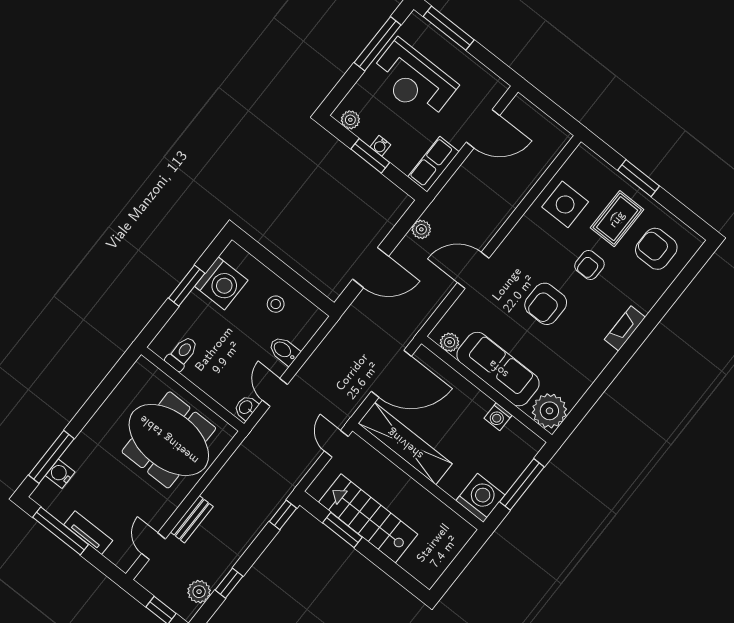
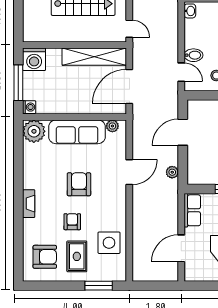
window: (638, 178) -> (99, 286), moved
door: (275, 392) -> (181, 72), moved
washing machine: (498, 417) -> (29, 107), moved, turned 90

